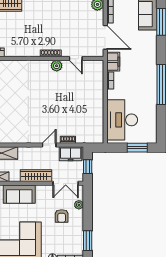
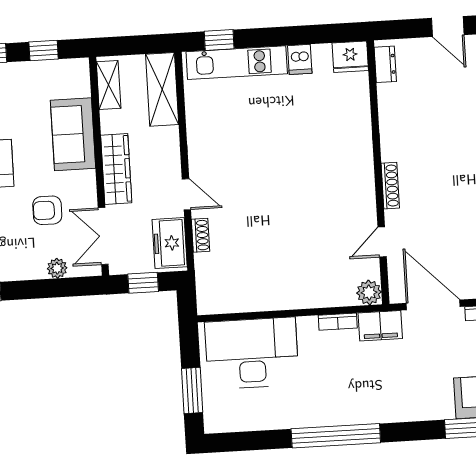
door: (105, 37) -> (433, 305), swing flipped
plant: (57, 66) -> (369, 293), moved
armchair: (62, 216) -> (47, 210), moved

